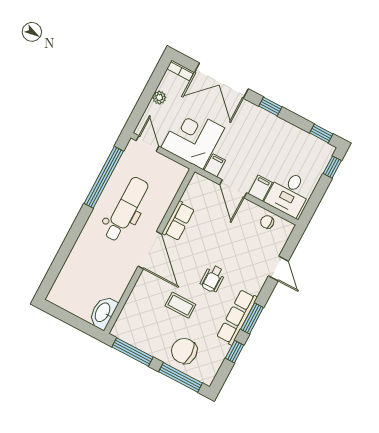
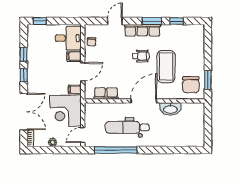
window: (321, 133) -> (24, 54), moved
row of seats: (178, 221) -> (106, 94), moved
coffee table: (180, 305) -> (166, 67), width x1.86, depth x1.72
washbasin: (103, 313) -> (170, 109), moved
row of seats: (237, 317) -> (142, 30), moved
chair: (184, 351) -> (191, 85), moved
window: (133, 352) -> (208, 80), width x0.69
window: (181, 377) -> (208, 44), removed

